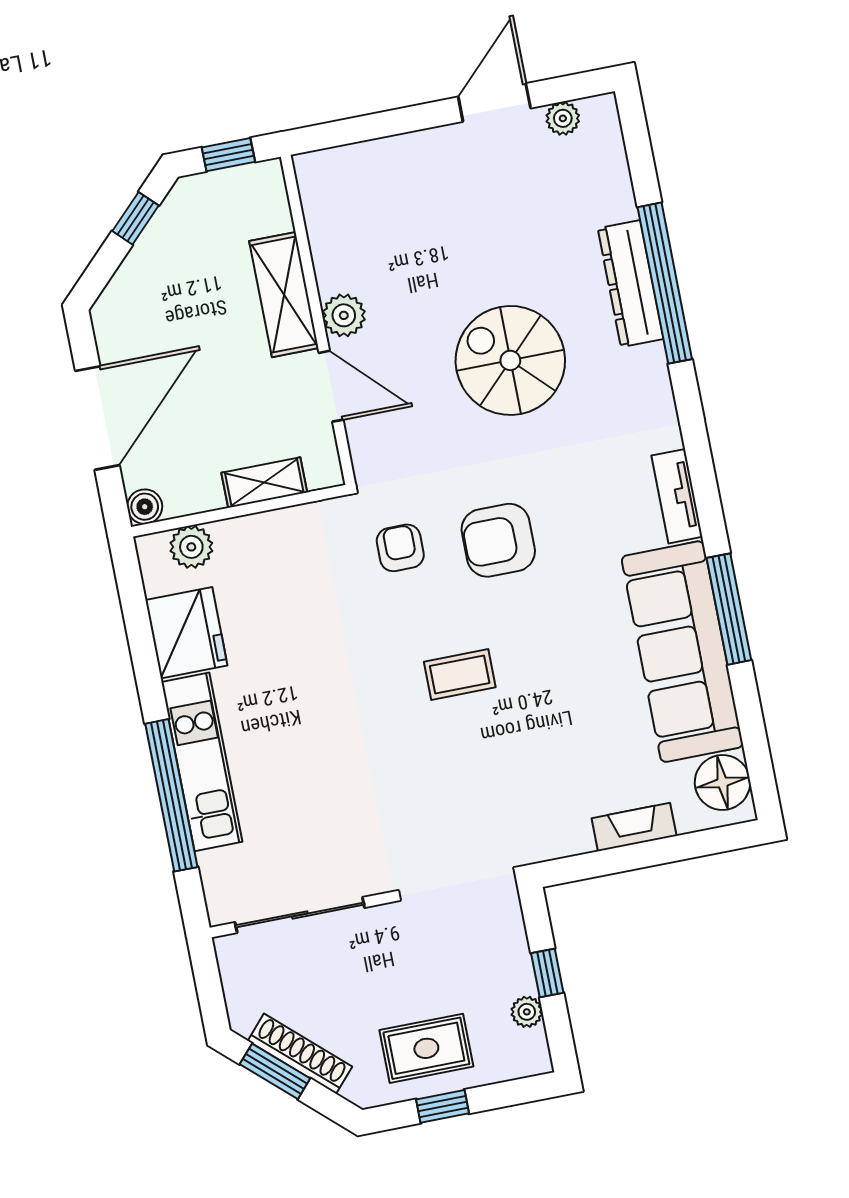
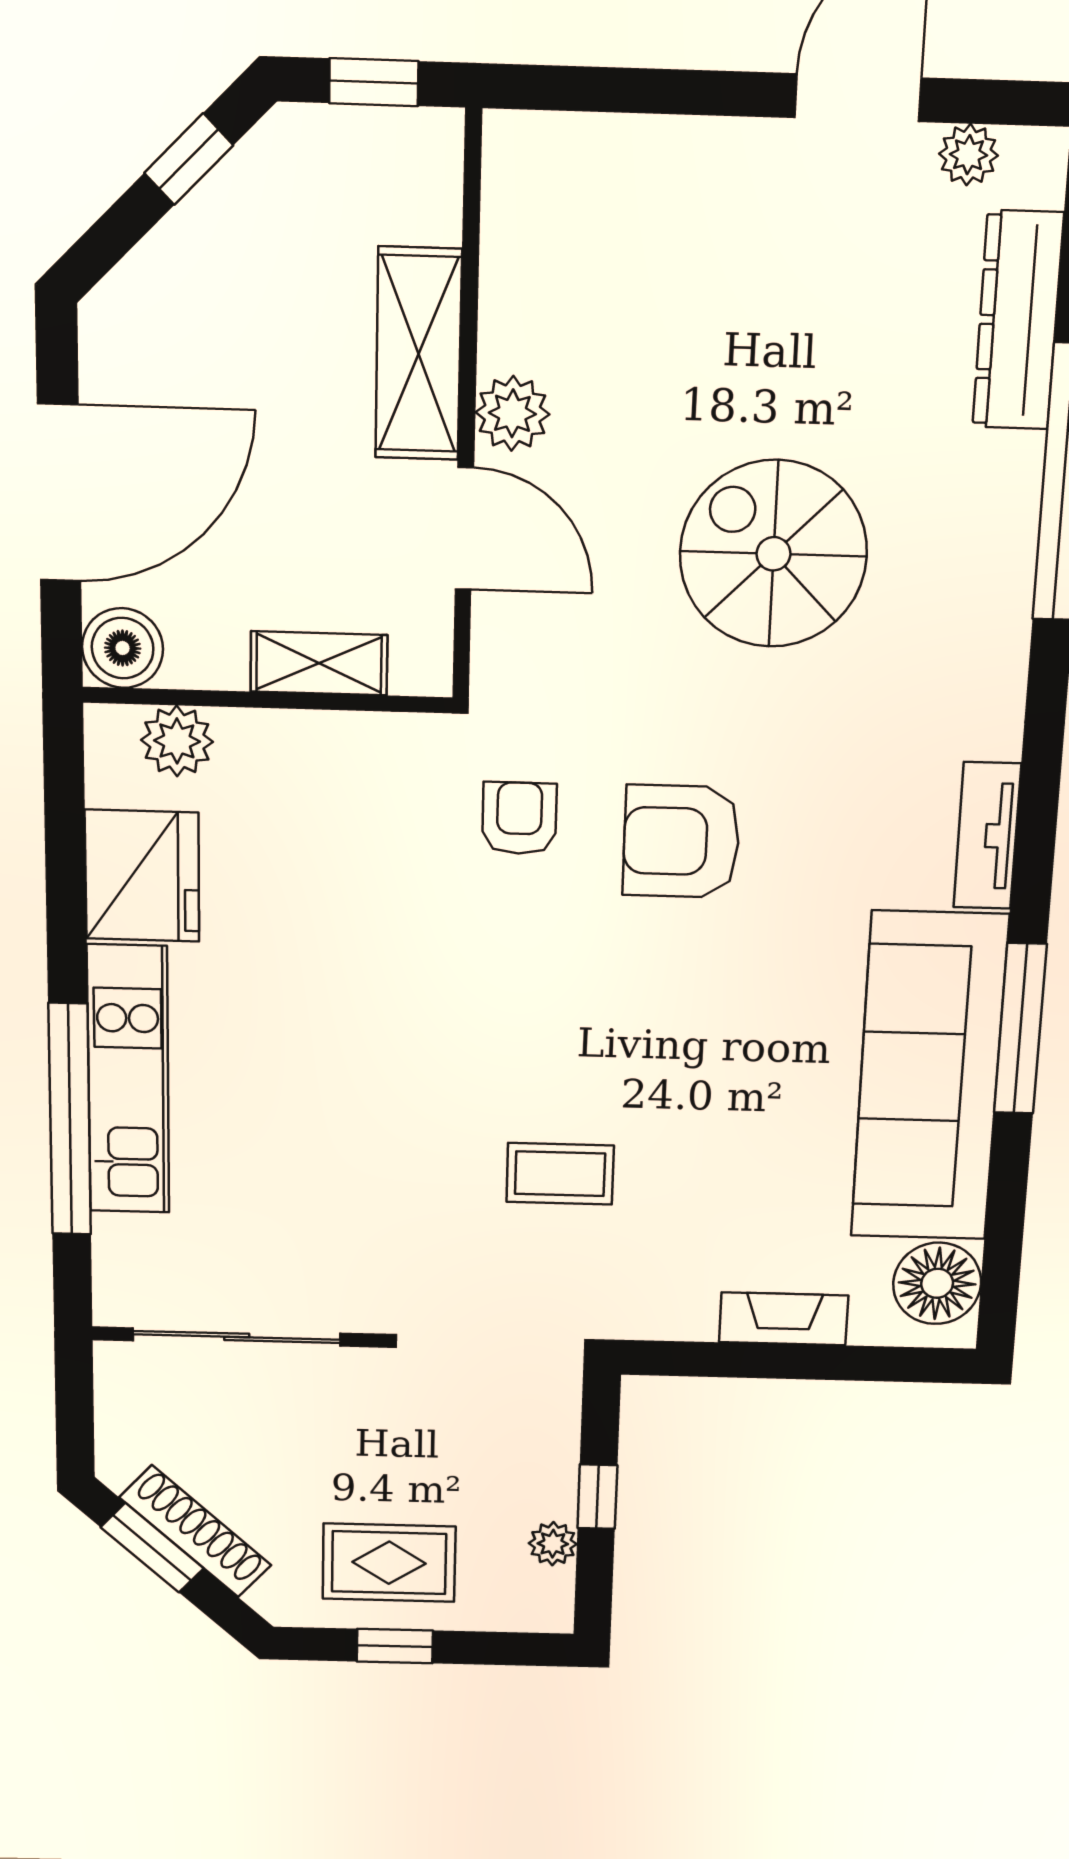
dresser: (631, 284) -> (1018, 320), moved
boiler: (145, 507) -> (123, 648), width x1.36, depth x1.36
coffee table: (460, 674) -> (560, 1174), moved

